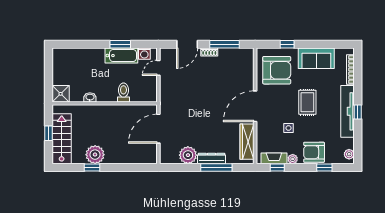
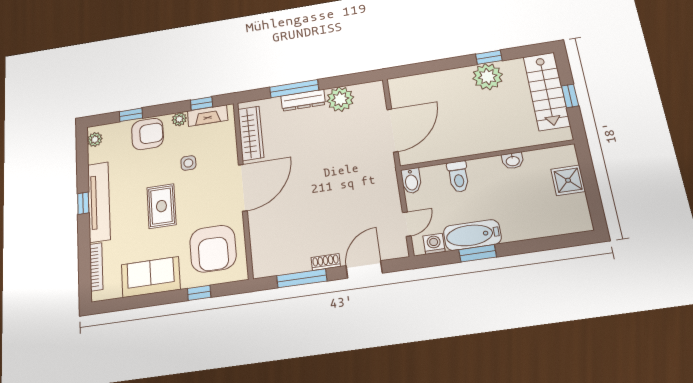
armchair: (277, 70) -> (213, 249), turned -90
shower: (61, 94) -> (568, 180), moved
bidet: (152, 94) -> (411, 181), added

